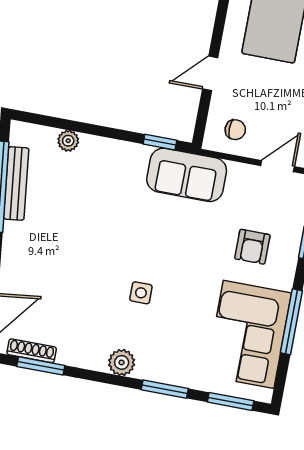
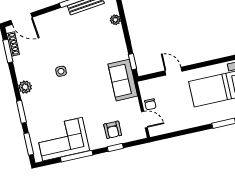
chair: (235, 130) -> (150, 104), moved
armchair: (252, 247) -> (113, 130), moved, turned -90
side table: (141, 293) -> (61, 71), moved

